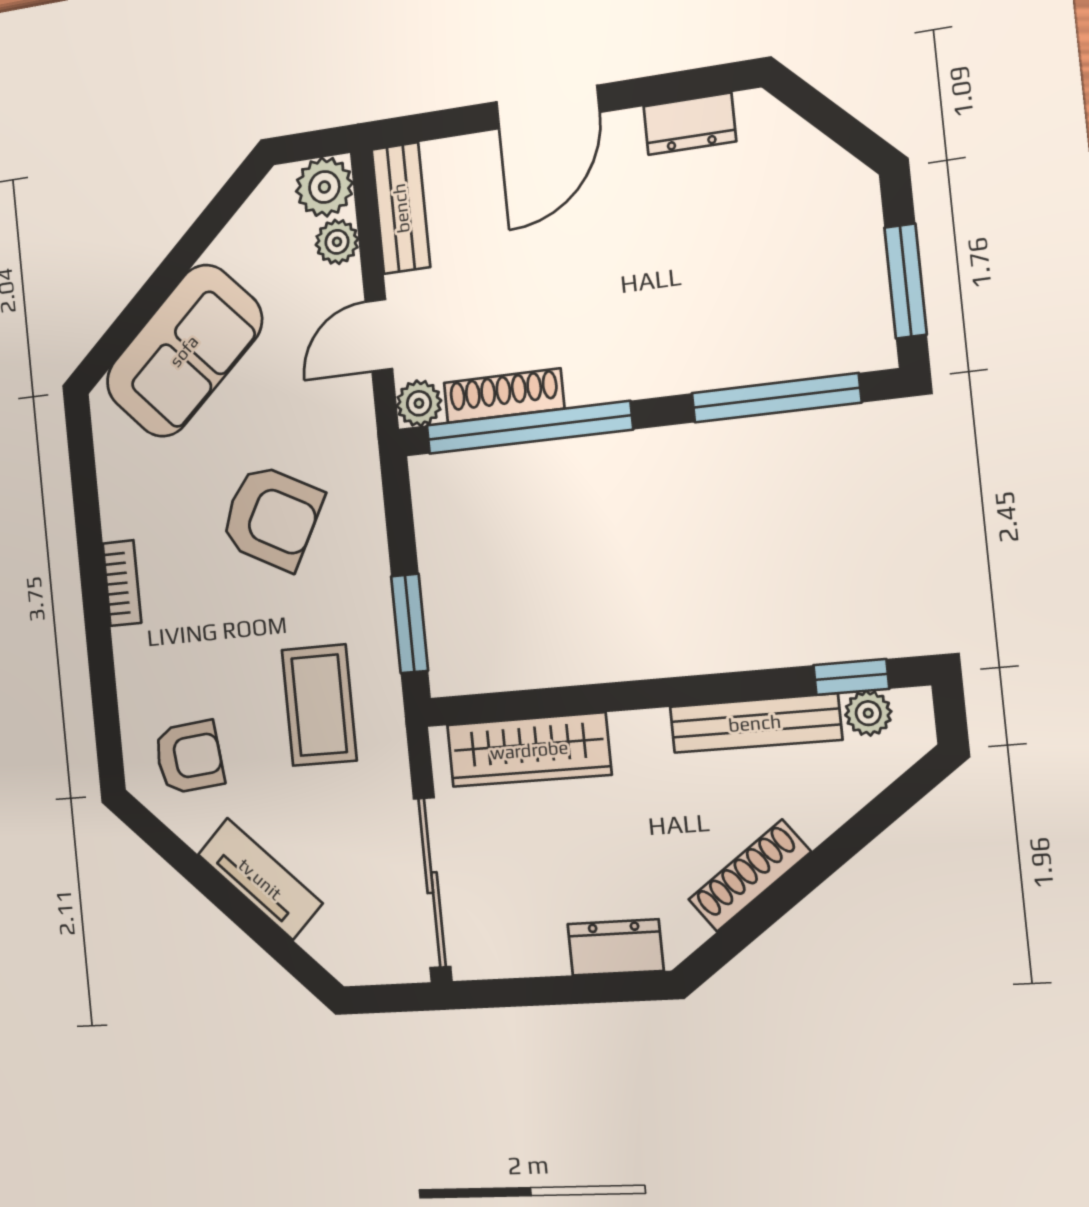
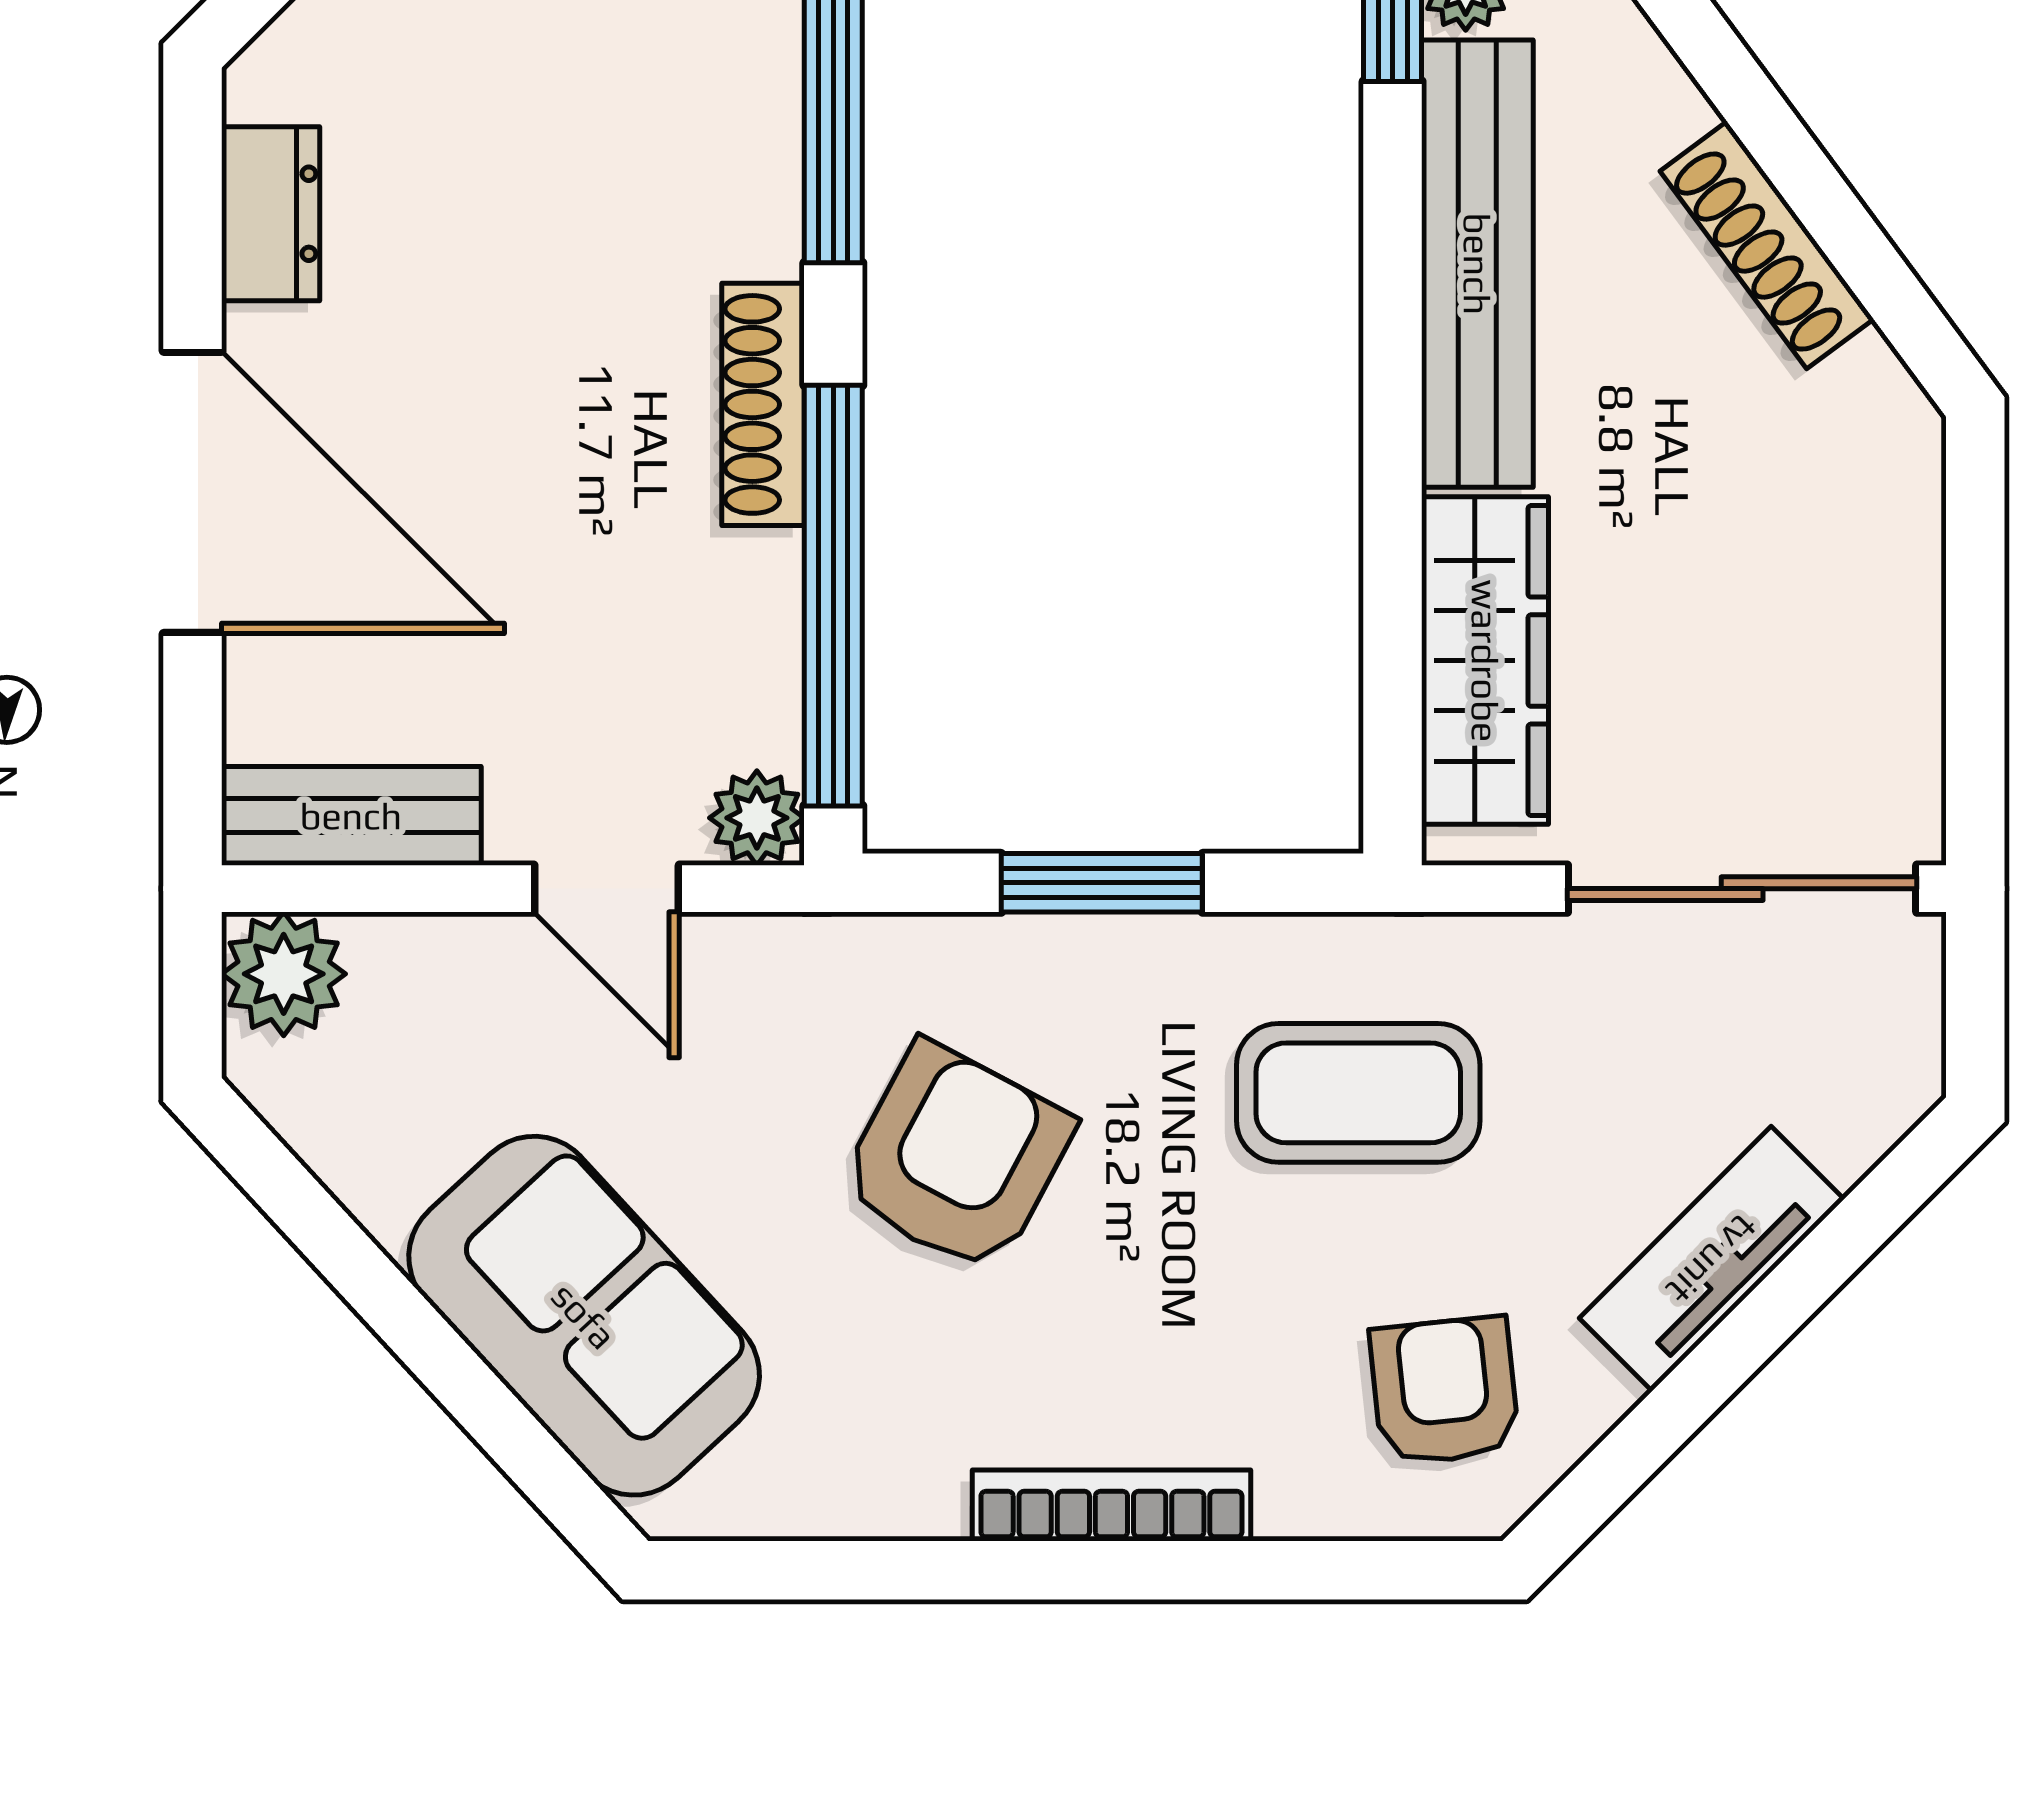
door: (548, 107) -> (193, 492), width x1.36
plant: (337, 242) -> (401, 958), removed
shoe rack: (504, 396) -> (763, 404), moved
bookcase: (122, 583) -> (1111, 1505), width x1.56
window: (410, 623) -> (1102, 883), moved
bench: (755, 723) -> (1477, 264), width x1.37, depth x1.21
dresser: (615, 947) -> (1894, 524), removed

